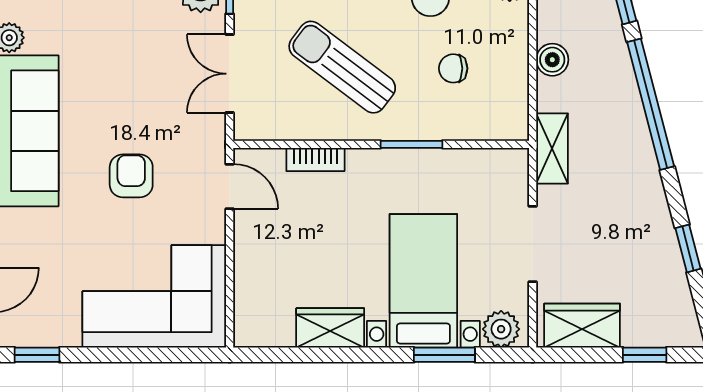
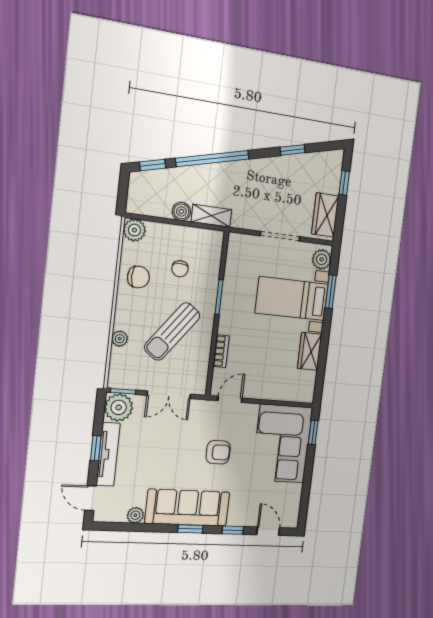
shelving: (552, 149) -> (211, 216), moved
armchair: (131, 176) -> (218, 452), turned 180
window: (37, 355) -> (313, 432), moved

